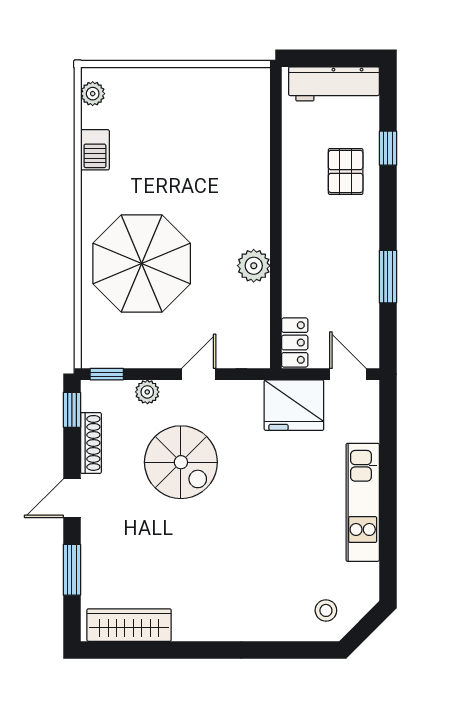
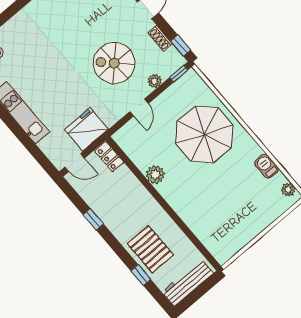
pallet: (346, 171) -> (150, 249), width x1.50, depth x1.42
window: (388, 277) -> (93, 219), width x0.67
shoe rack: (91, 443) -> (160, 38), width x0.70

